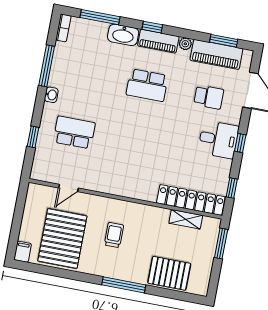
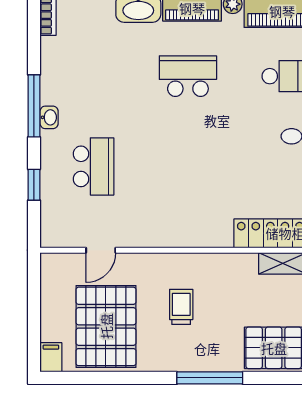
window: (47, 66) -> (34, 106), moved
school desk: (147, 85) -> (188, 76), turned 180
school desk: (74, 132) -> (94, 166), turned 90

